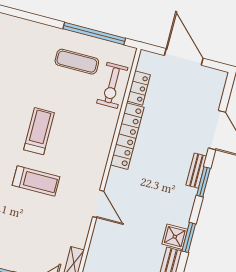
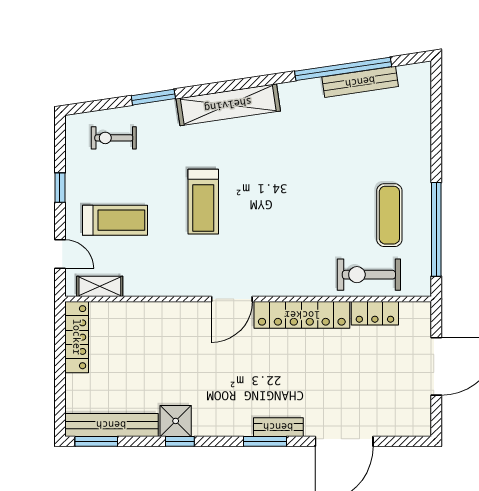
treadmill: (39, 131) -> (115, 220), moved
door: (98, 204) -> (232, 299), moved
window: (189, 237) -> (180, 441), width x0.67

